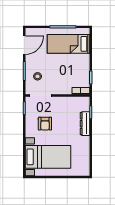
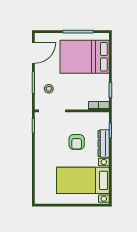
bed: (69, 44) -> (85, 57), width x1.50
armchair: (45, 124) -> (77, 142), moved
bed with nightstands: (48, 157) -> (83, 180), moved, turned 180

